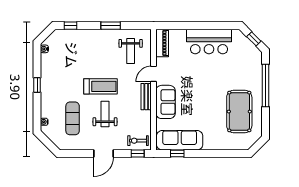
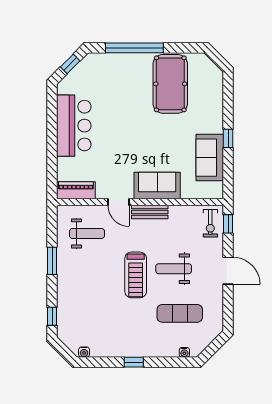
treadmill: (100, 86) -> (136, 275), turned 180
pool table: (239, 112) -> (170, 84), turned 90
sofa: (180, 140) -> (210, 158), width x0.73
window: (177, 154) -> (228, 138), moved

